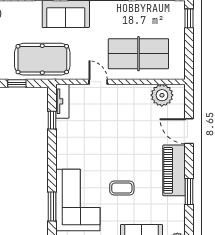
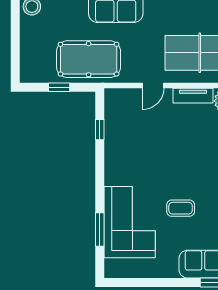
door: (98, 82) -> (153, 85), swing flipped
tv unit: (62, 101) -> (193, 96), moved, turned 90

